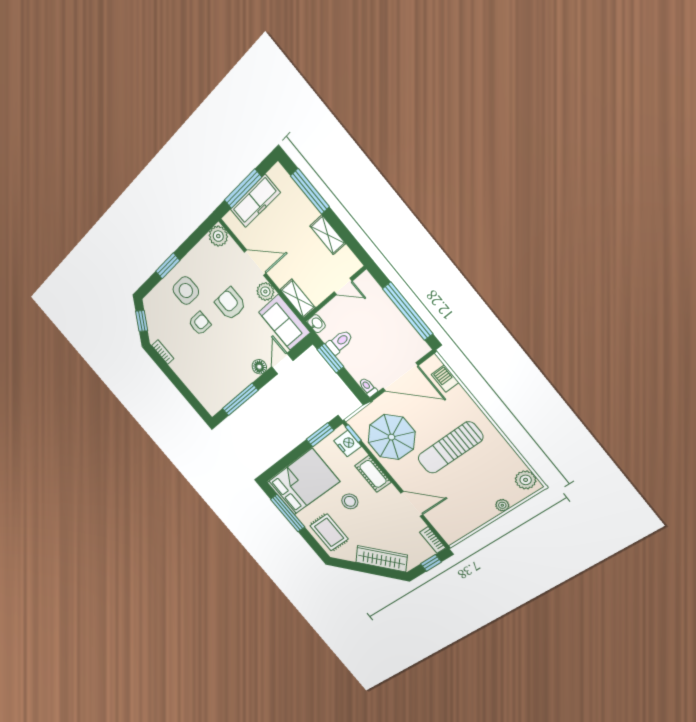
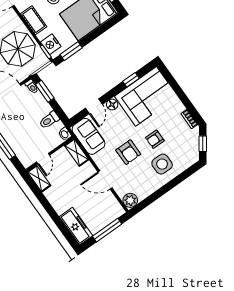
window: (310, 191) -> (60, 223), removed
freezer: (255, 201) -> (76, 226), moved, turned 90
shelving: (328, 235) -> (39, 179), moved
window: (168, 266) -> (174, 183), removed
door: (343, 287) -> (43, 159), swing flipped
plant: (265, 292) -> (100, 159), removed
window: (330, 358) -> (45, 91), moved
corner sofa: (219, 379) -> (146, 96), added
window: (240, 400) -> (131, 80), width x0.46

